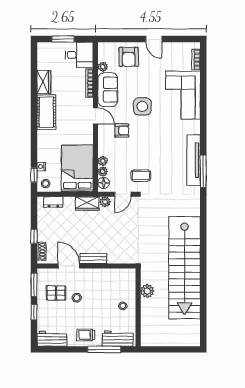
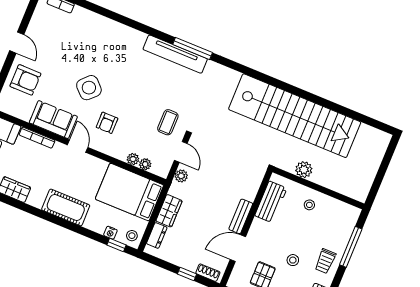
door: (154, 39) -> (17, 43), hinge flipped
plant: (103, 67) -> (25, 114), removed
corner sofa: (183, 95) -> (95, 36), removed
side table: (142, 106) -> (89, 88), turned 45
cot: (46, 112) -> (66, 207), moved
door: (95, 116) -> (78, 146), hinge flipped
armchair: (122, 131) -> (107, 123), turned 180
floor lamp: (104, 183) -> (159, 169), removed
wardrobe: (87, 203) -> (169, 211), moved
stool: (77, 298) -> (293, 260), moved
workbench: (118, 339) -> (271, 202), moved, turned 180

